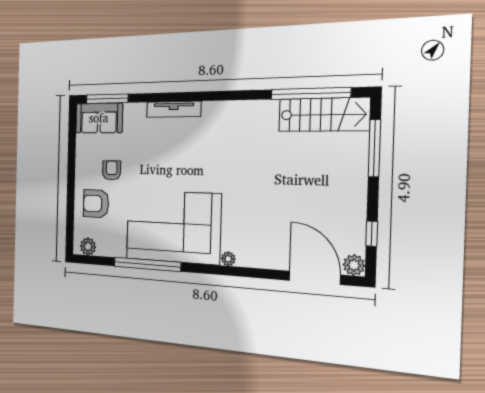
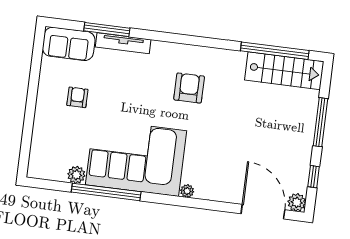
window: (107, 99) -> (107, 29), moved
tv unit: (174, 109) -> (123, 43), moved
window: (374, 148) -> (320, 122), moved
armchair: (96, 204) -> (189, 88), moved, turned 90
plant: (88, 246) -> (76, 175), moved

